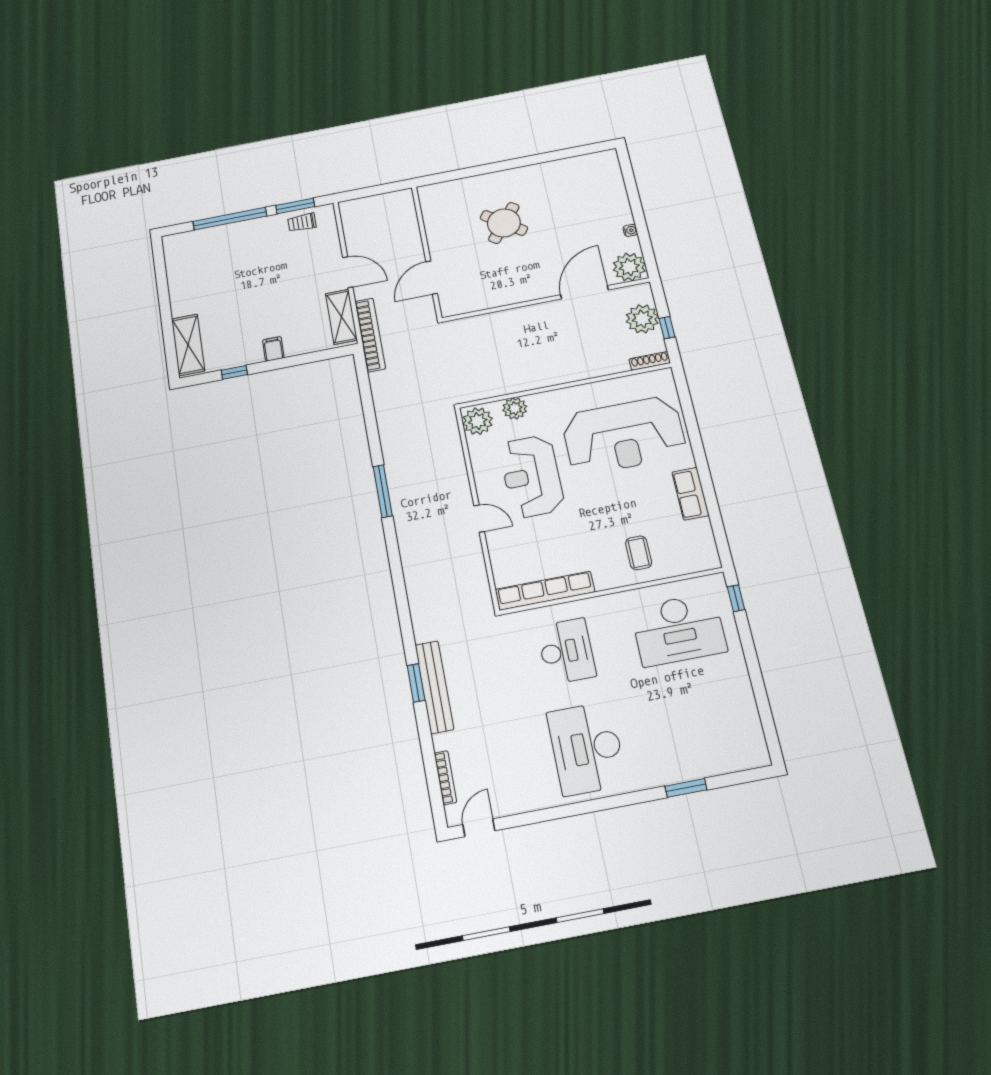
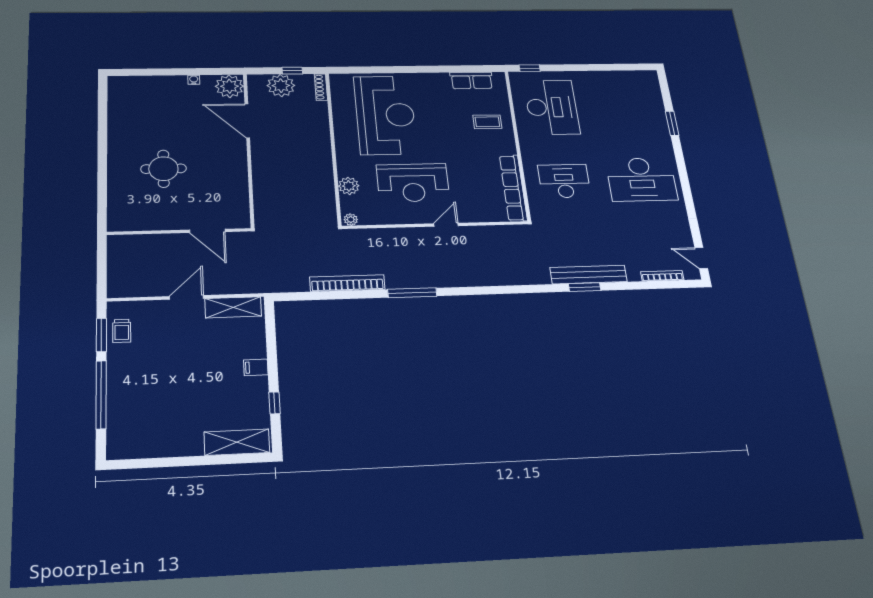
round table: (504, 223) -> (163, 169), turned -37
bookcase: (370, 335) -> (347, 283), moved
plant: (478, 421) -> (351, 220), width x0.53, depth x0.53
row of seats: (690, 494) -> (471, 80), moved

